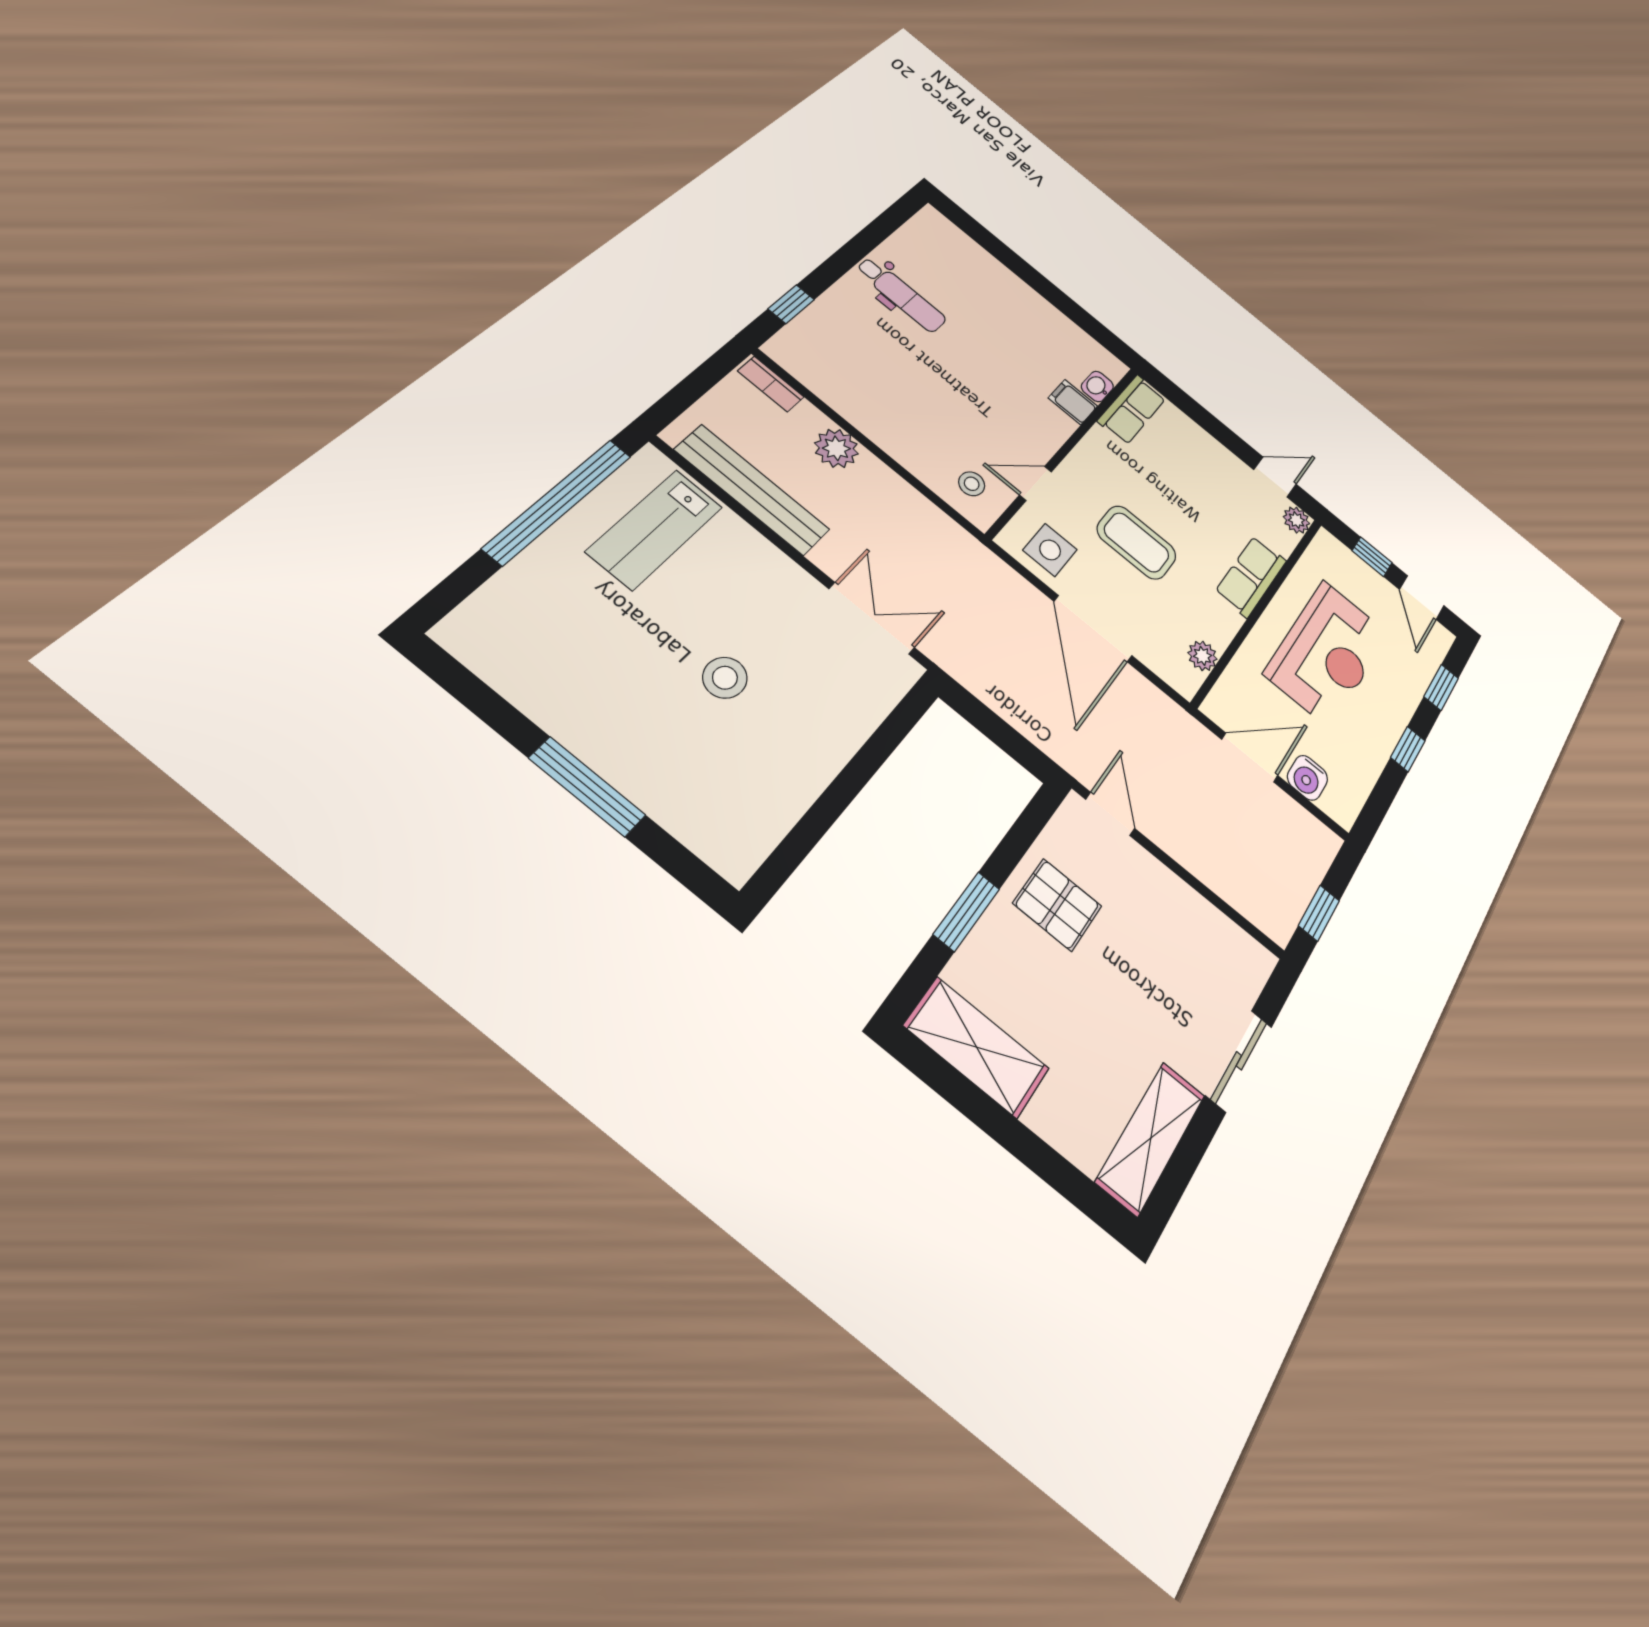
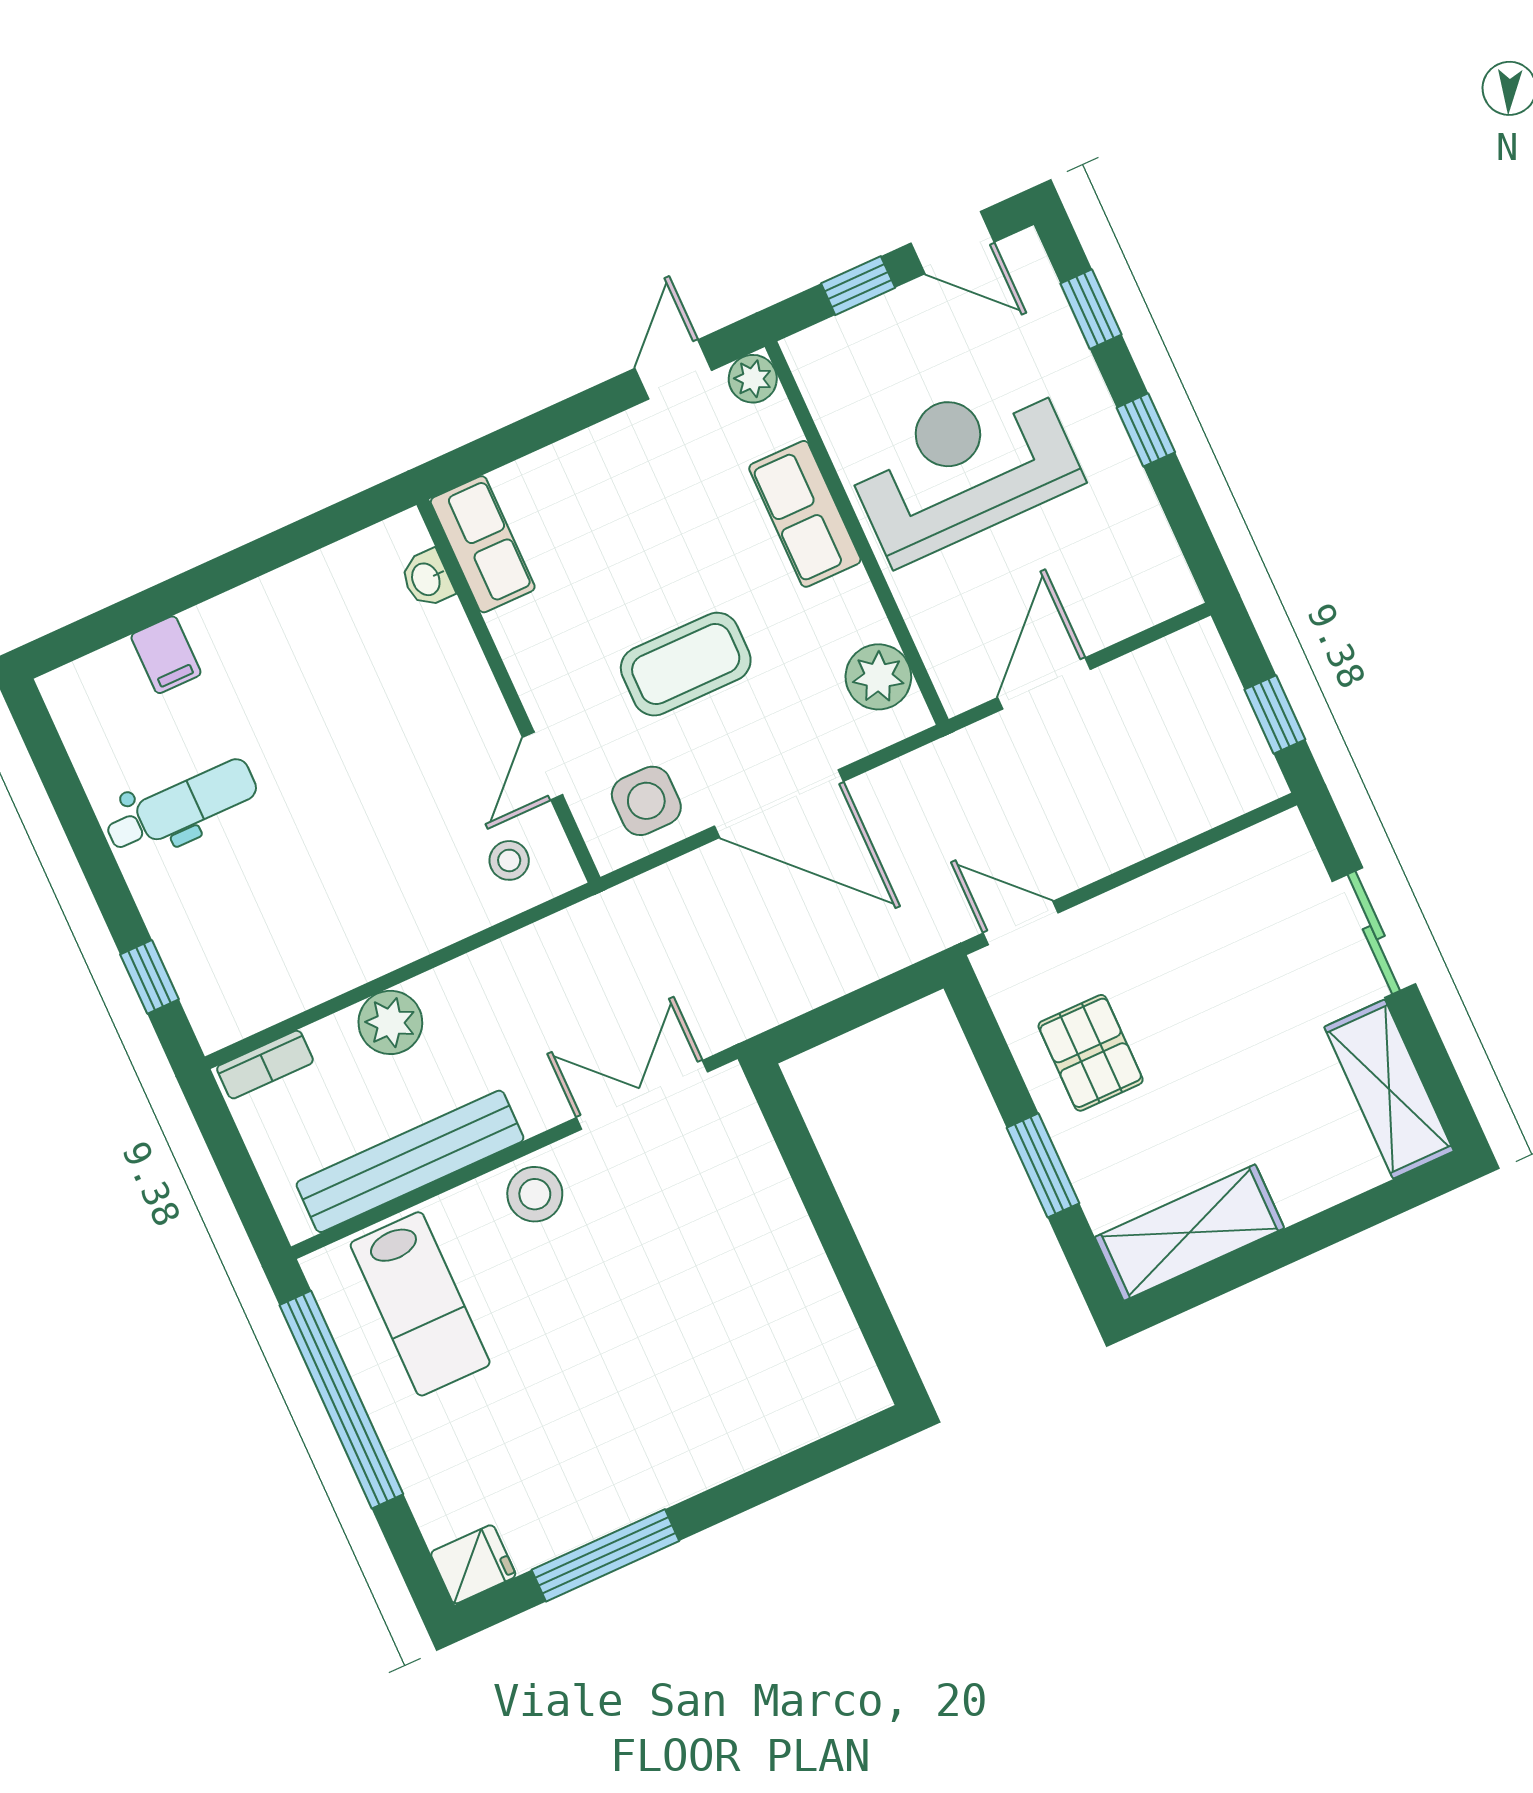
filing cabinet: (1073, 402) -> (166, 655), moved, turned -90
fridge: (466, 635) -> (473, 1564), added
reception desk: (1327, 653) -> (962, 466), turned -90
plant: (1202, 656) -> (878, 677), width x1.38, depth x1.38
stool: (725, 678) -> (535, 1194), moved
water cooler: (1307, 778) -> (1109, 615), removed
window: (587, 787) -> (605, 1555), moved
pallet: (1057, 905) -> (1091, 1053), turned 90

